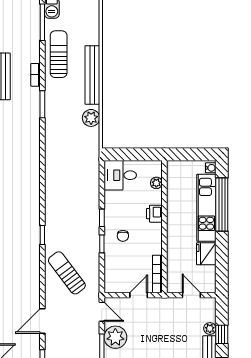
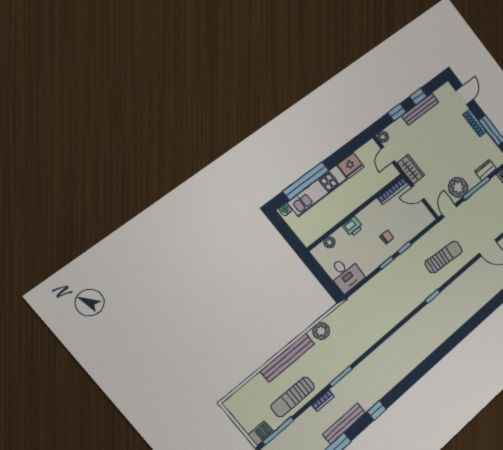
sun lounger: (67, 273) -> (444, 257), turned -139
wardrobe: (164, 306) -> (411, 169), added
plant: (210, 329) -> (383, 137), moved

